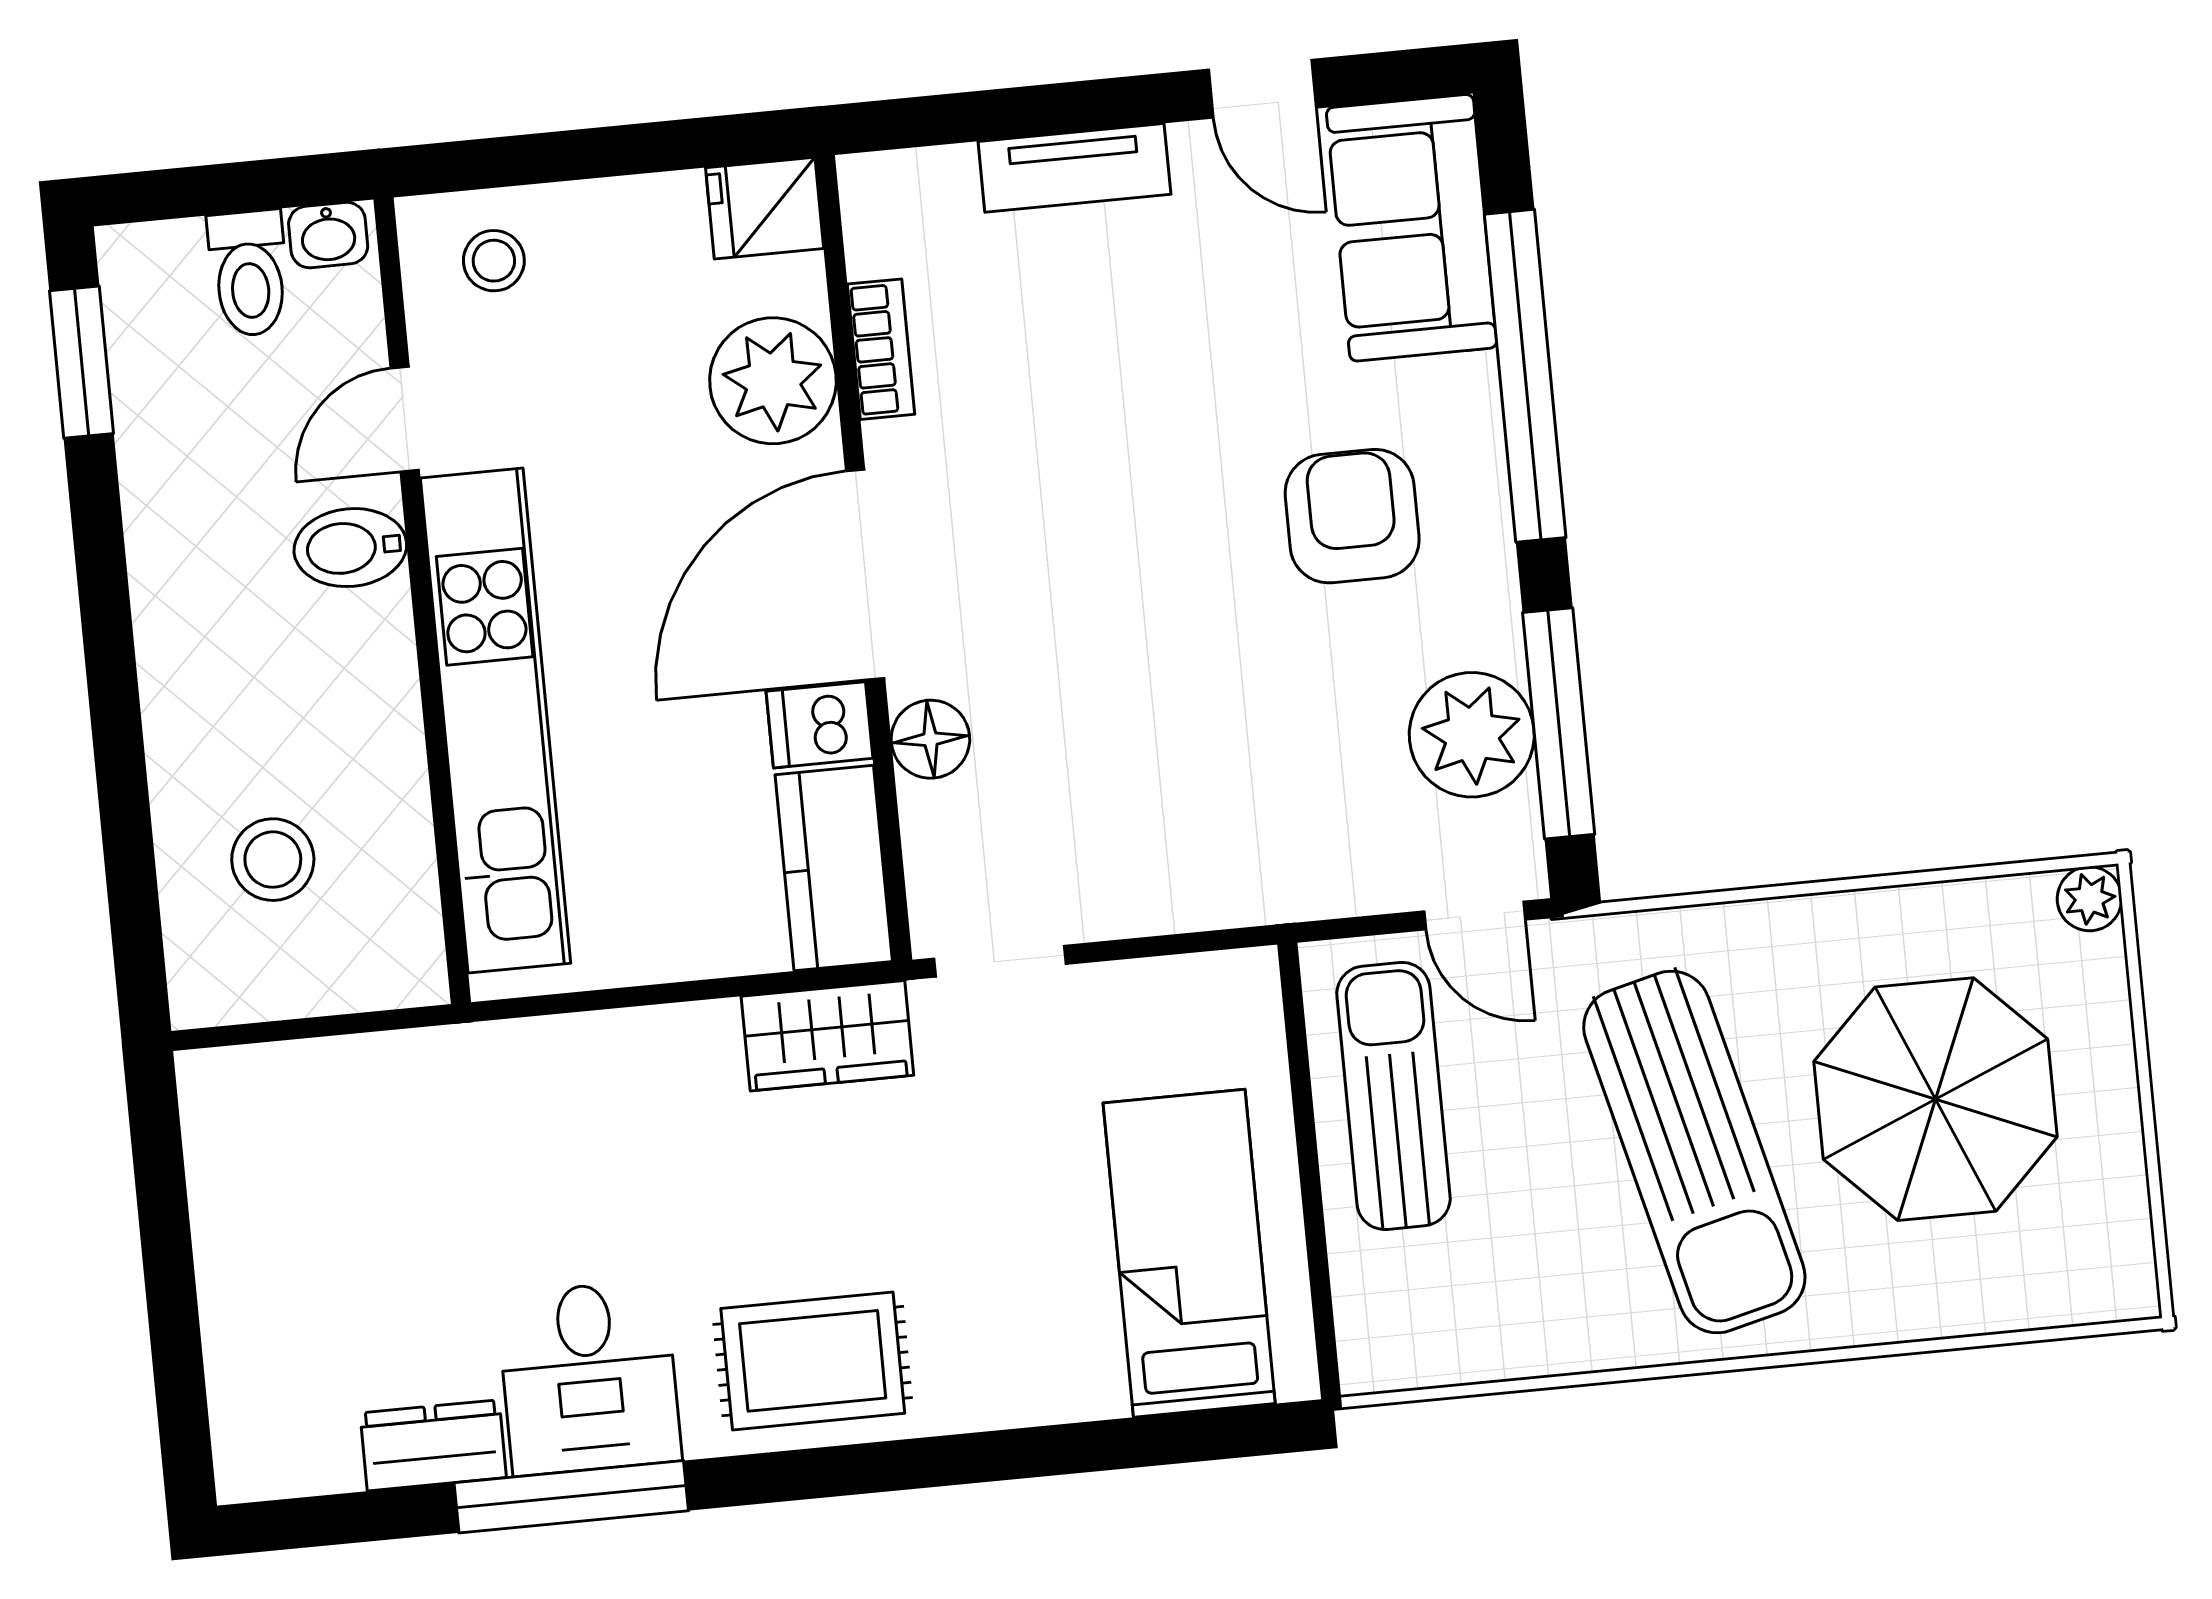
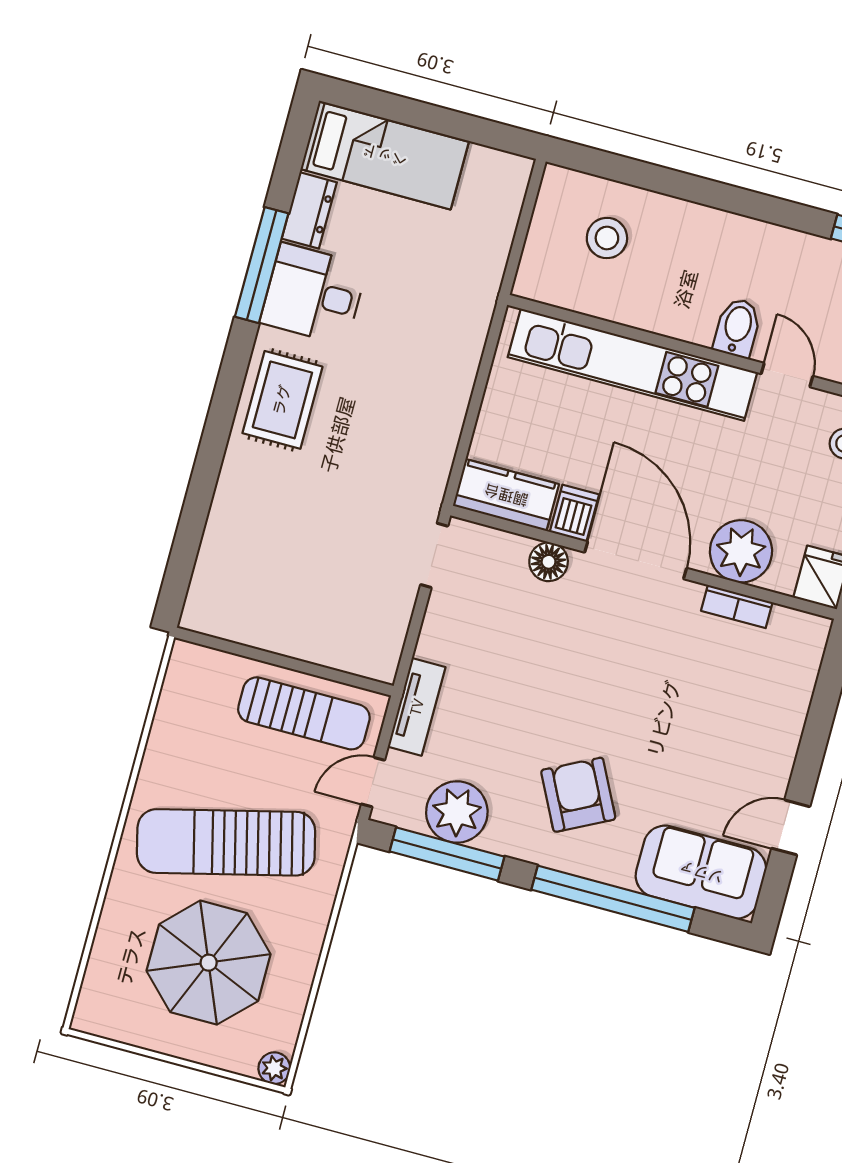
tv unit: (1074, 168) -> (417, 707), moved, turned 180
armchair: (1352, 516) -> (578, 795), turned -117
wardrobe: (827, 1036) -> (430, 463), removed
bed: (1189, 1253) -> (385, 155), moved

